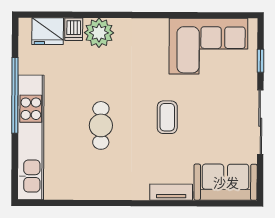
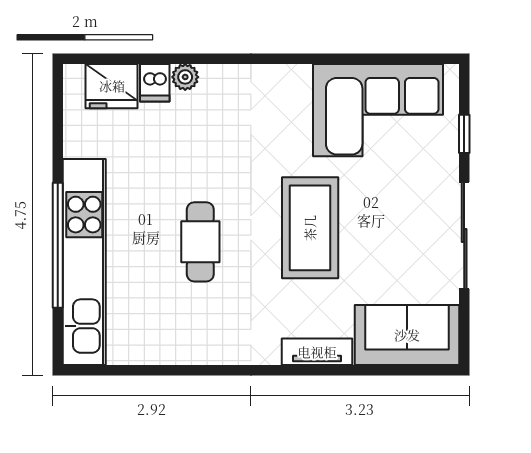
plant: (99, 33) -> (185, 77), width x0.53, depth x0.53
window: (15, 95) -> (58, 245), moved
coffee table: (167, 117) -> (310, 228), width x1.86, depth x1.72

